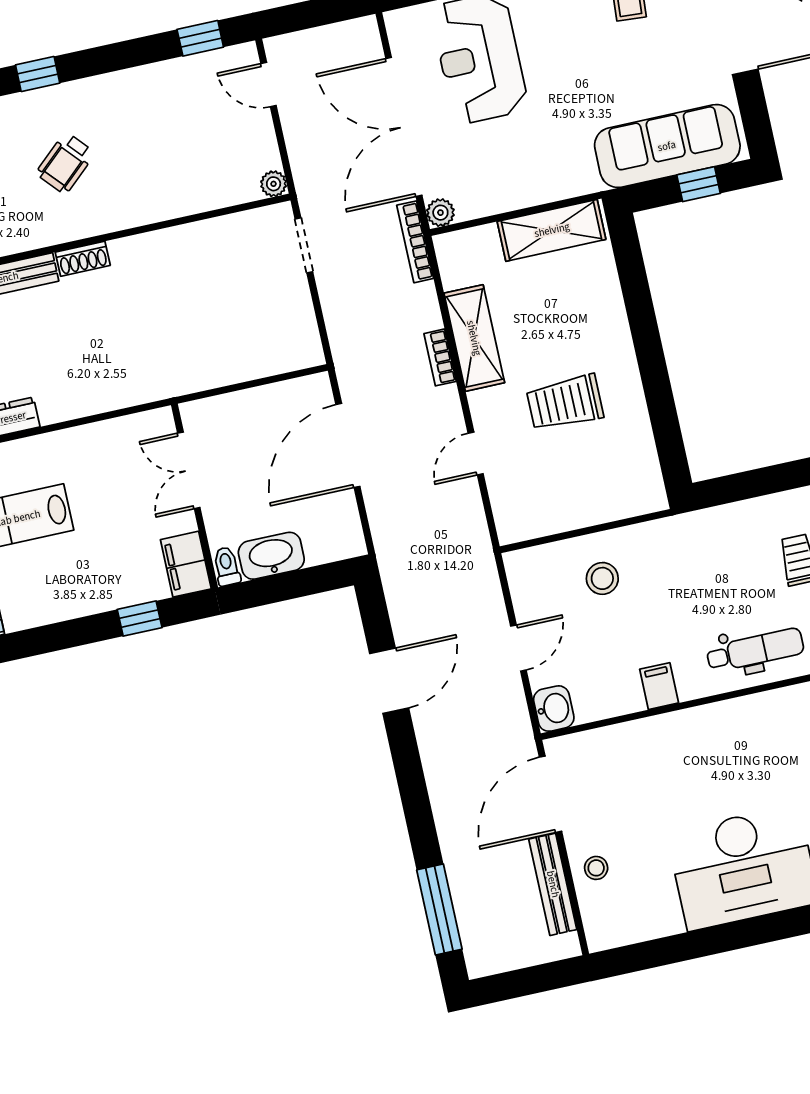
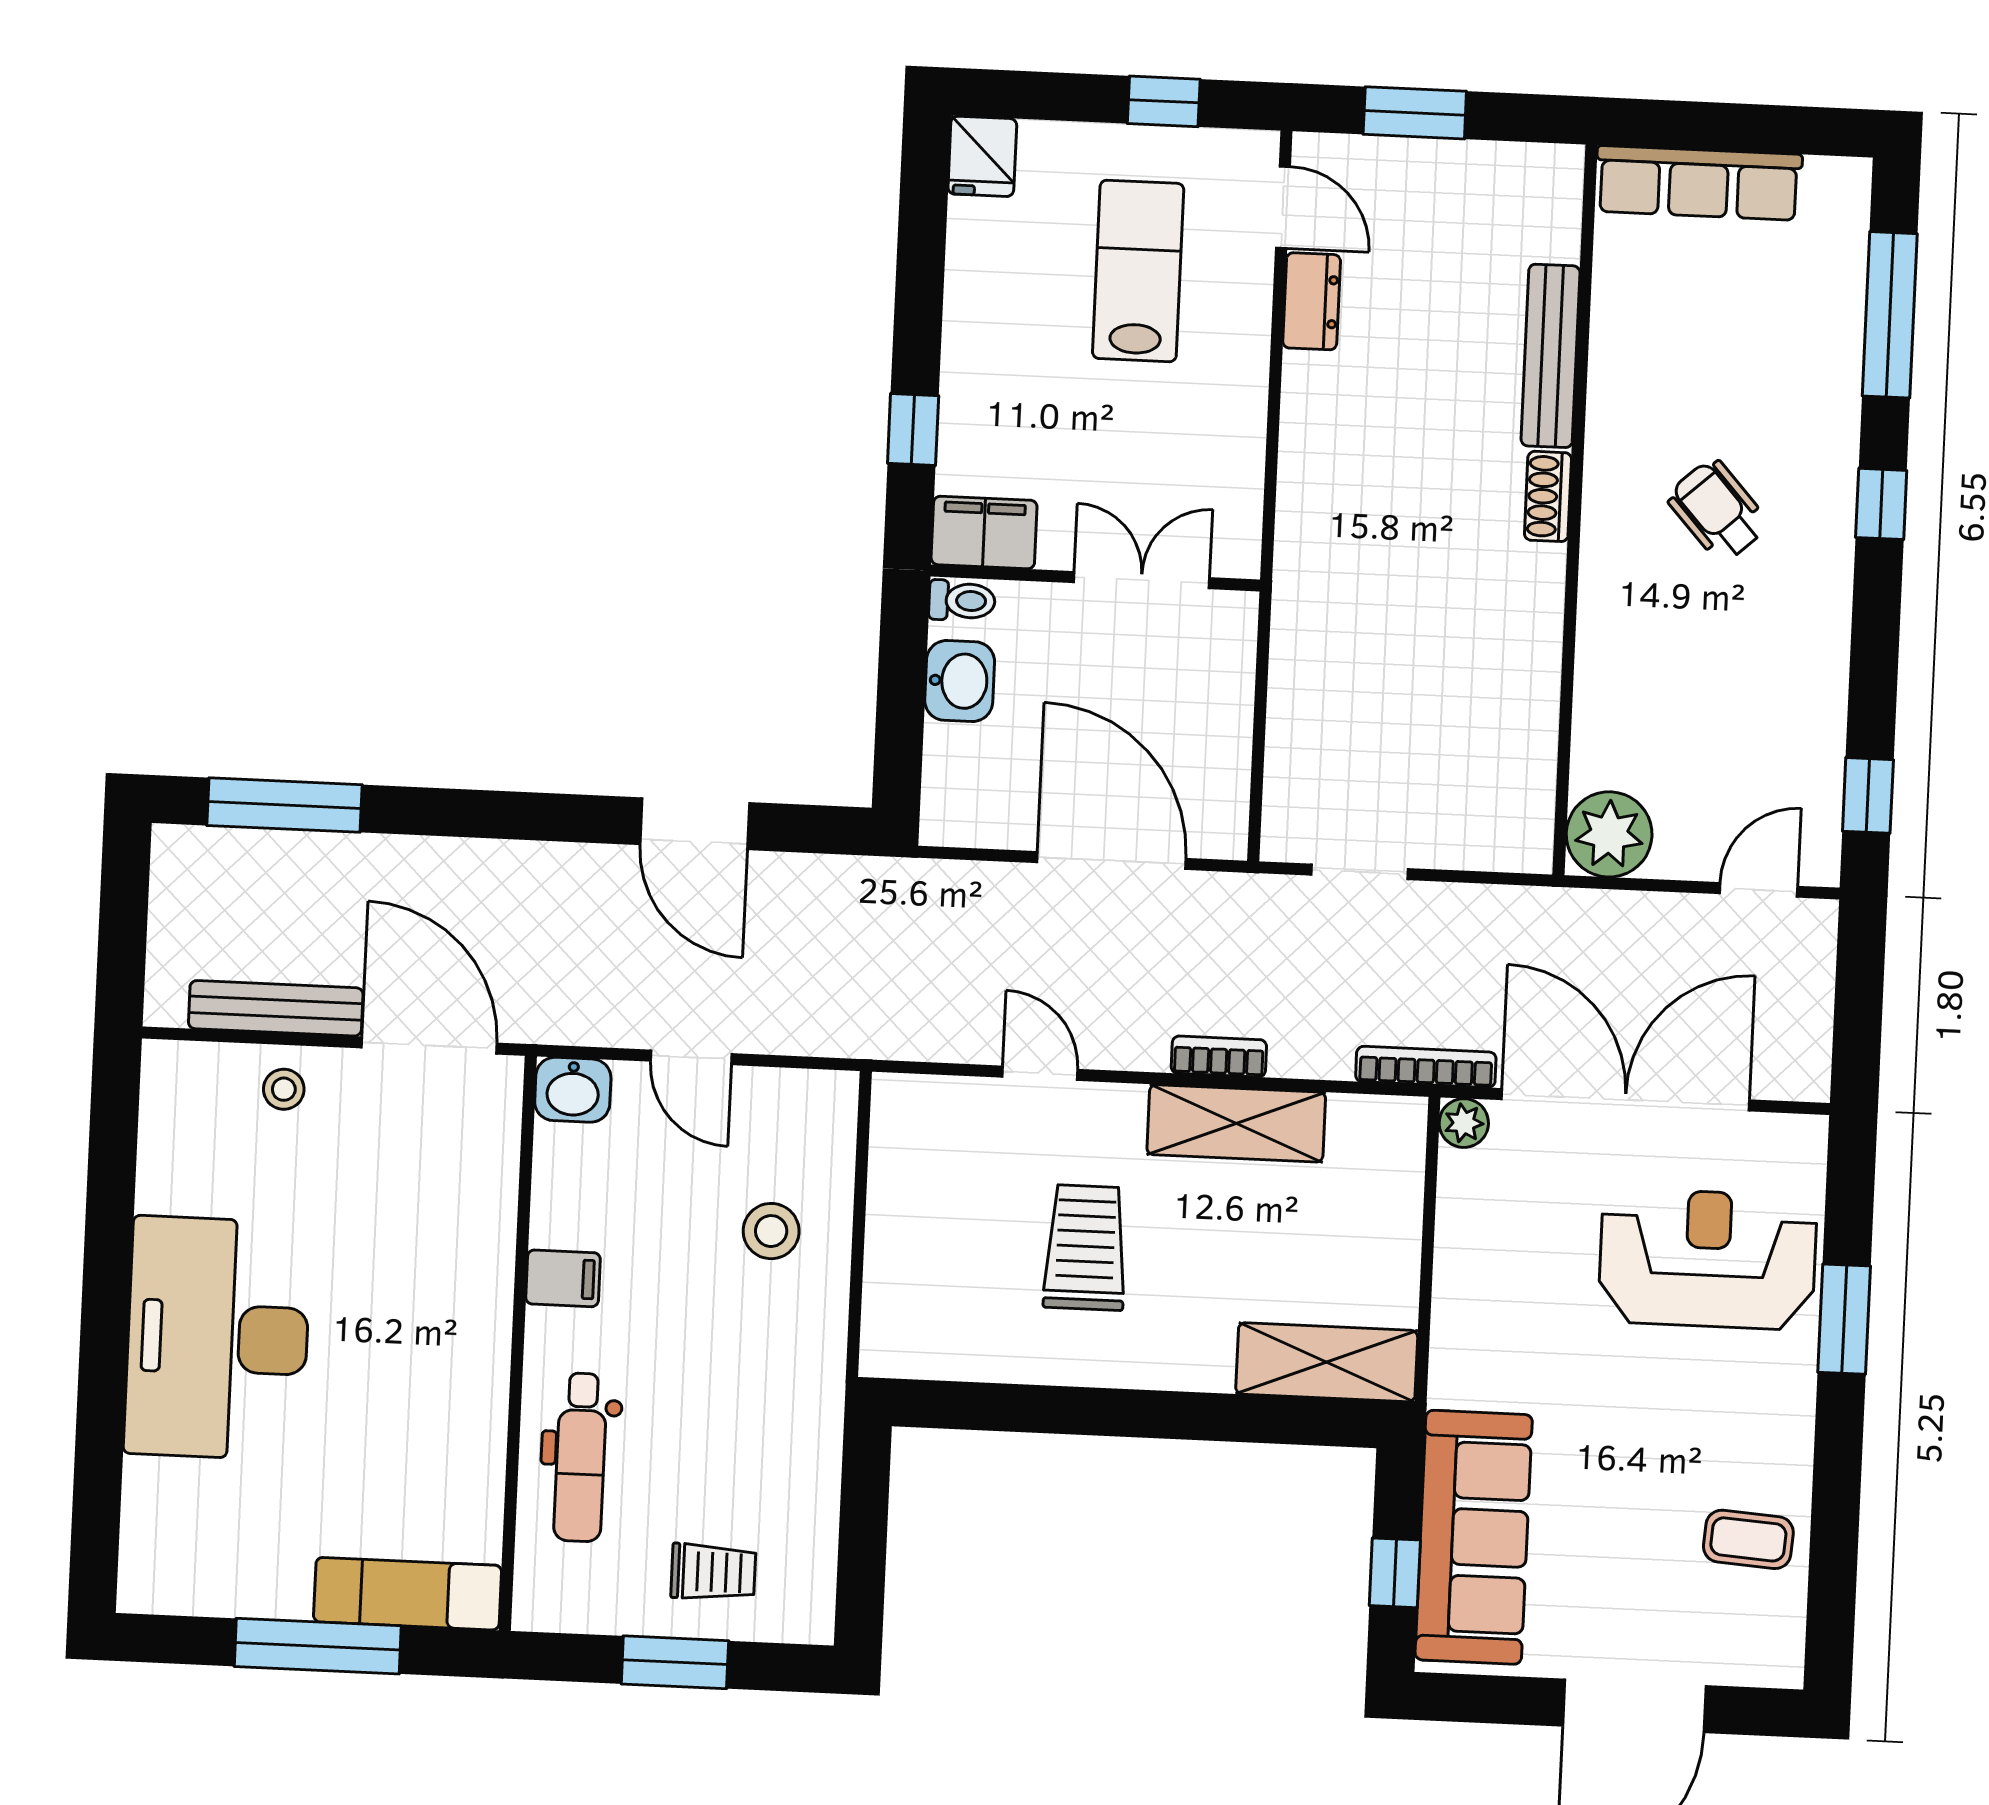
plant: (274, 184) -> (1609, 834), width x1.88, depth x1.88
shelving: (552, 230) -> (1327, 1362), moved, turned 90
doorway: (304, 245) -> (1360, 872), moved
washbasin: (271, 556) -> (960, 681), width x0.72

